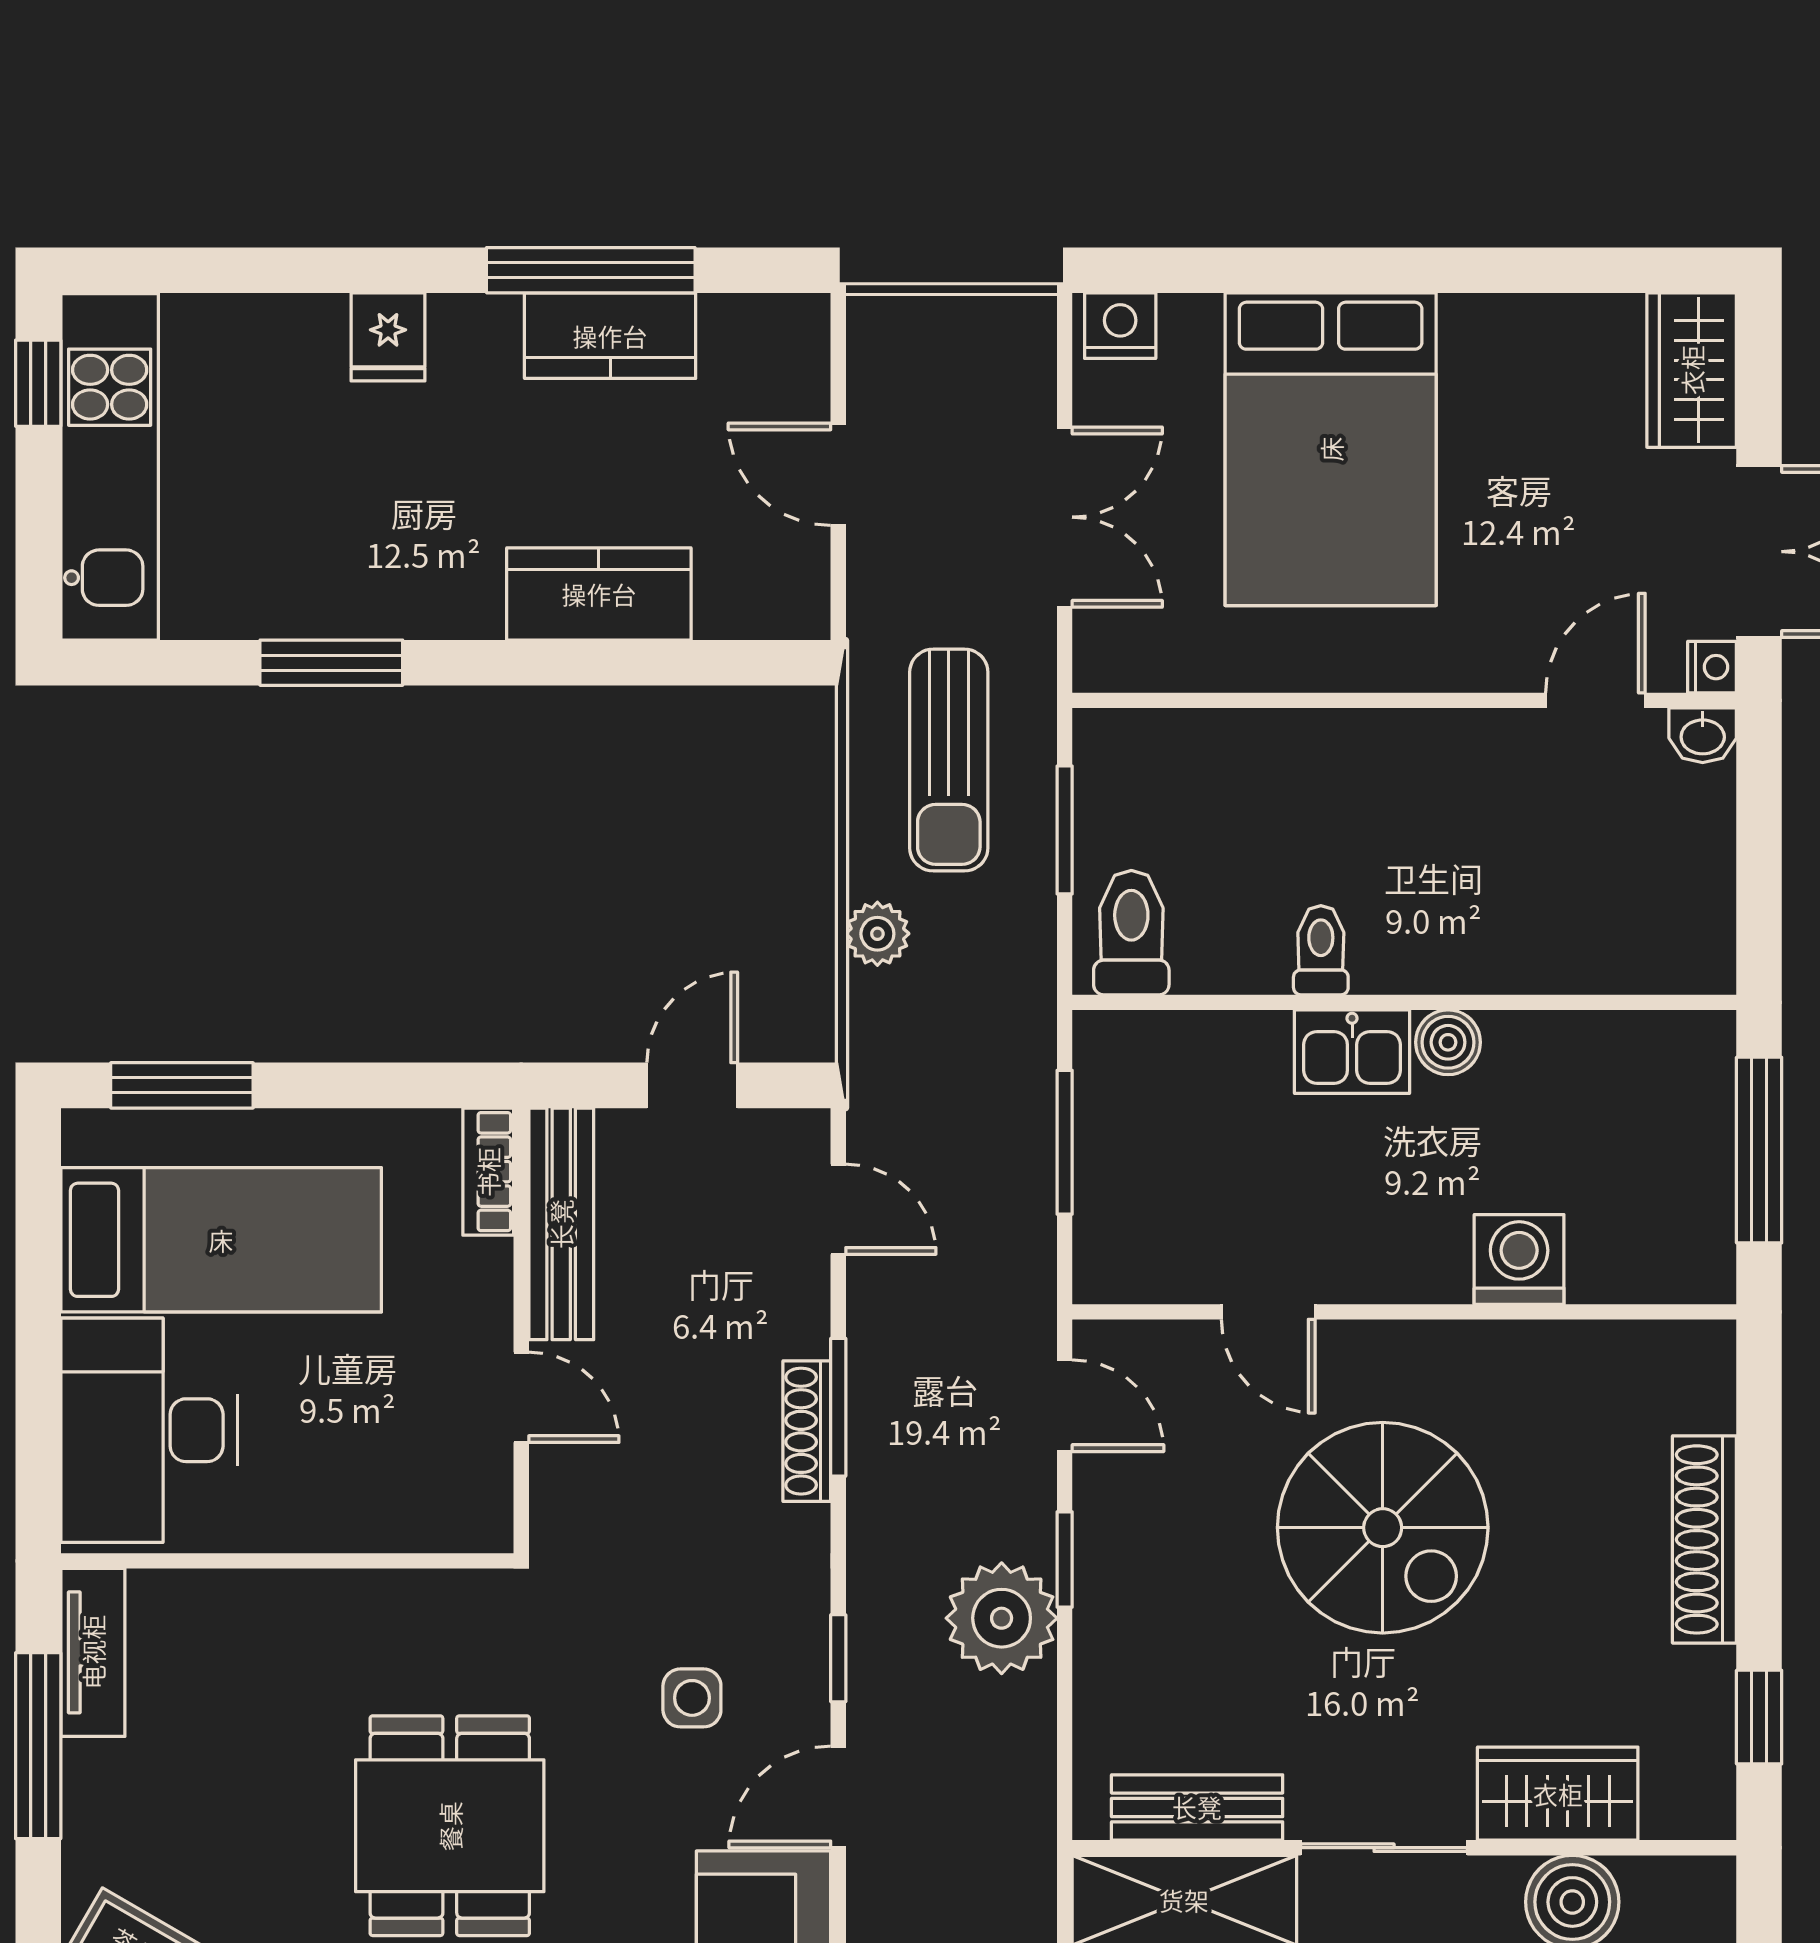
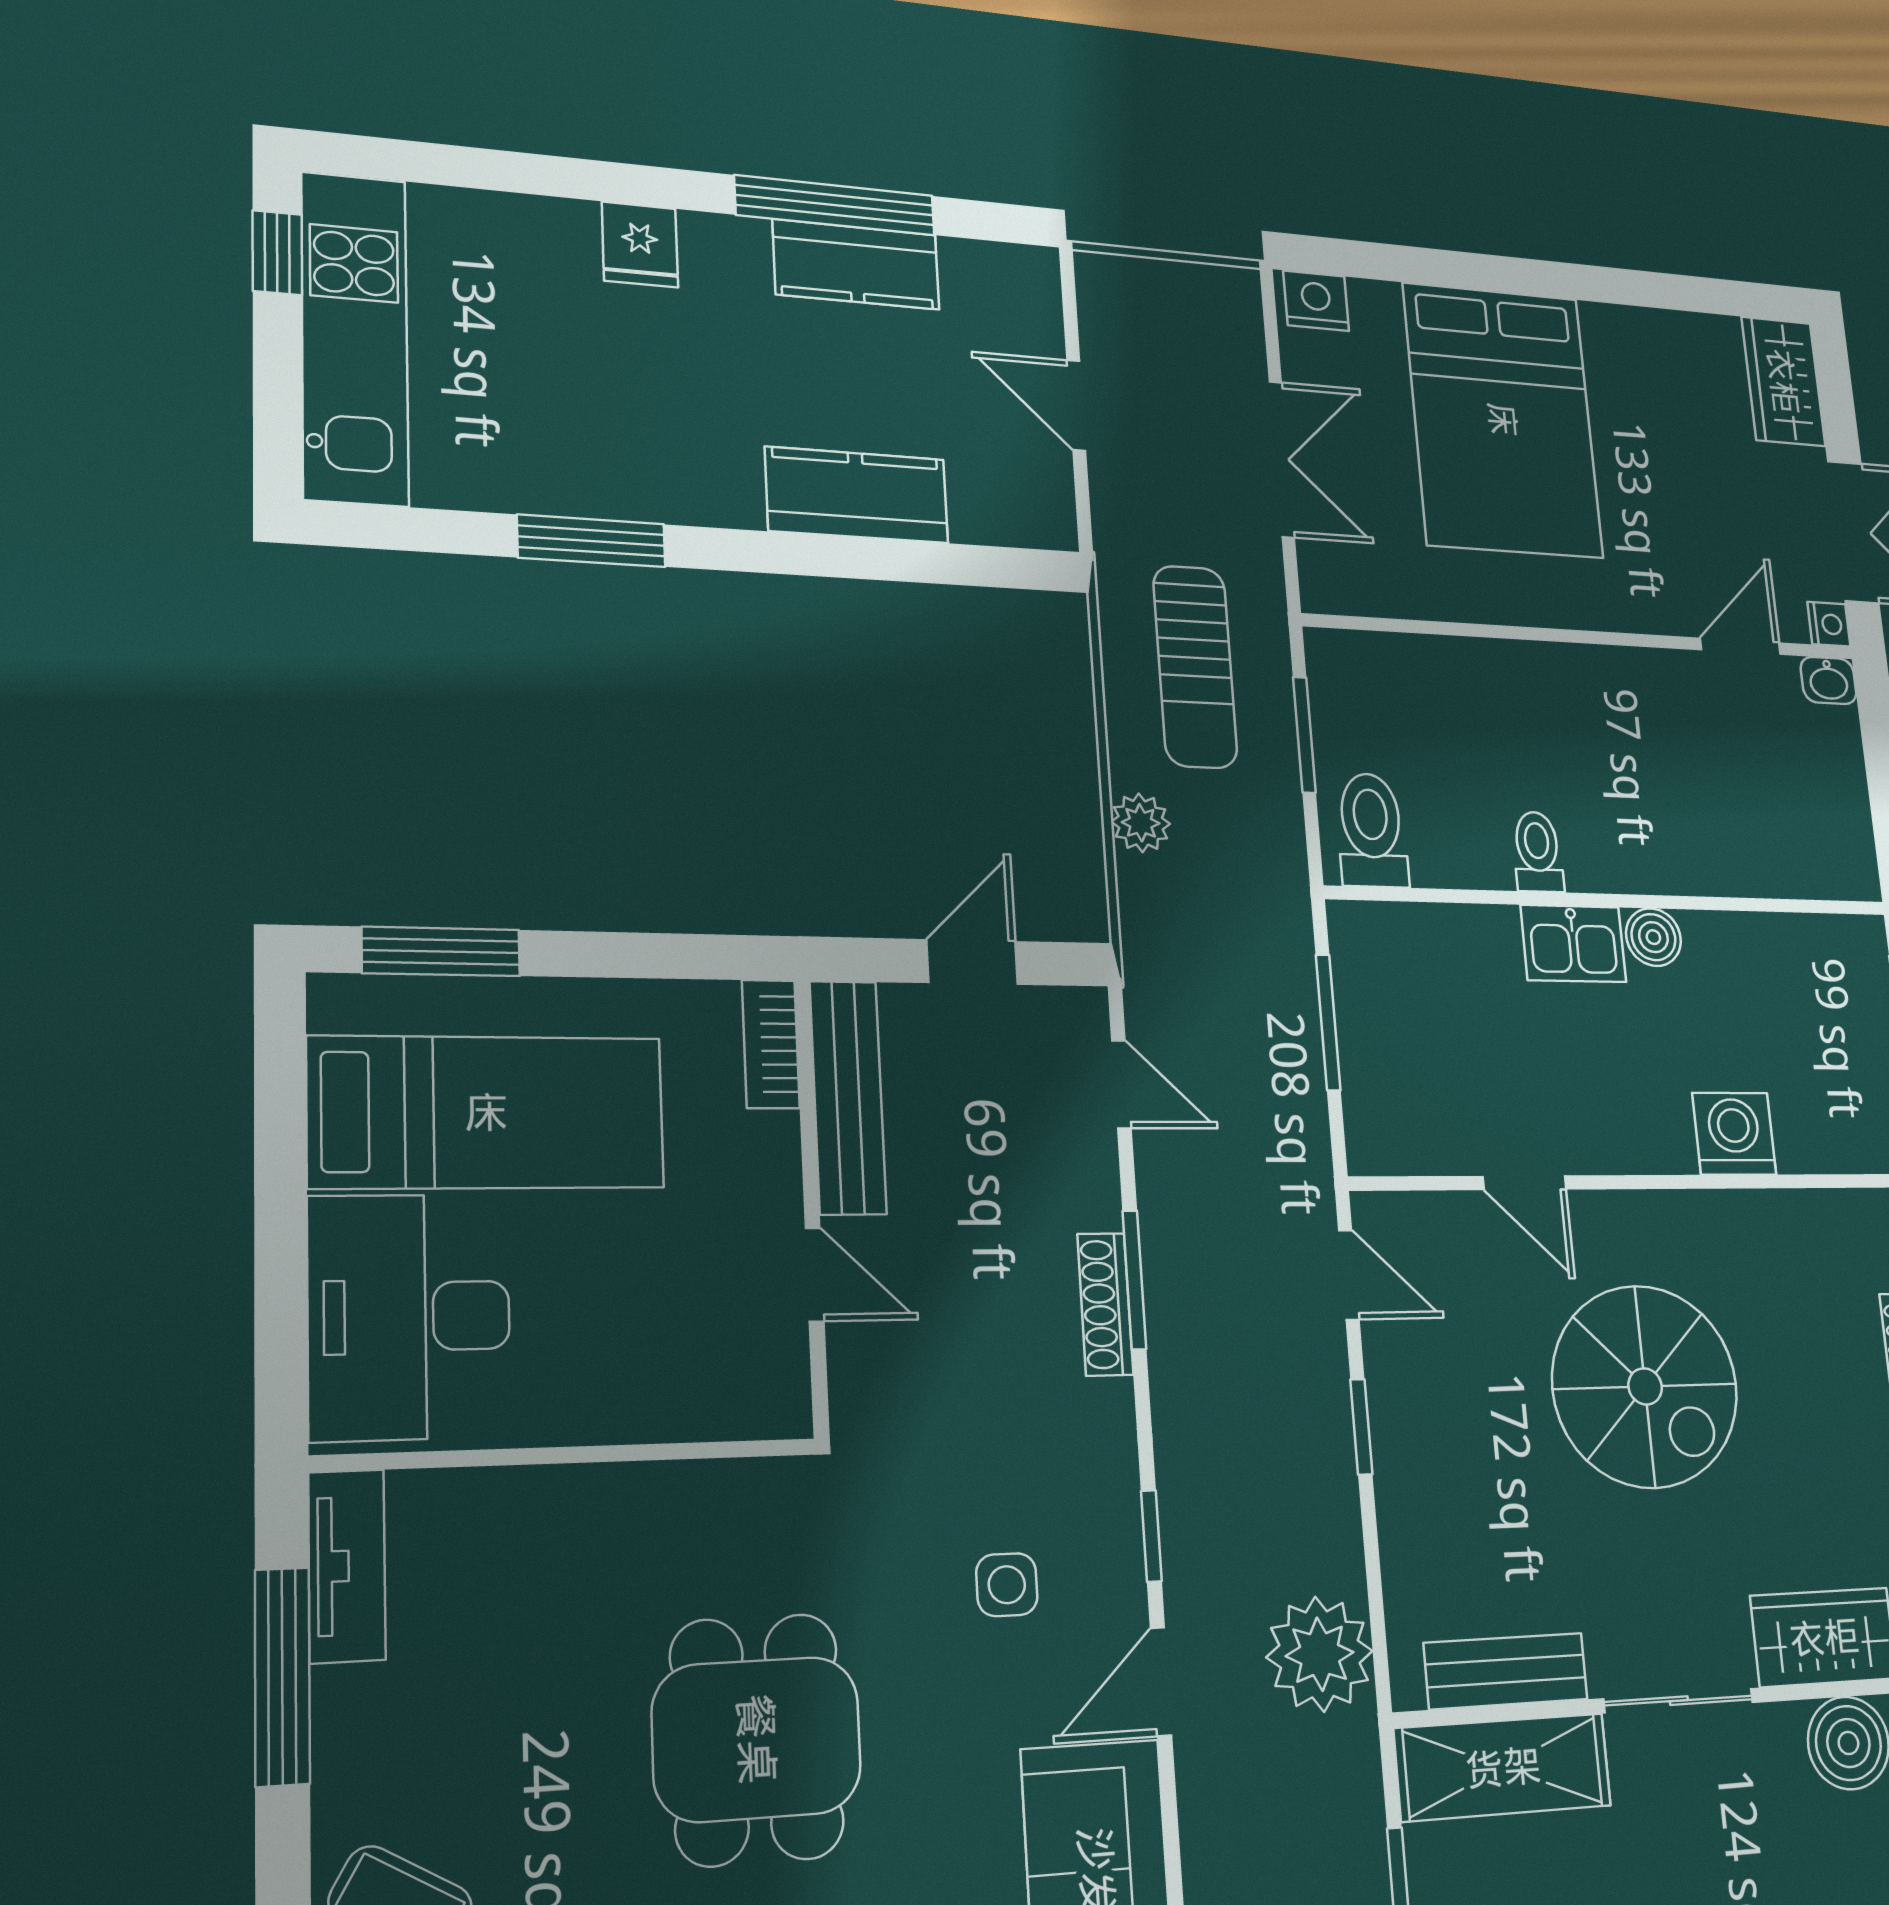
plant: (1002, 1618) -> (1320, 1654), moved

